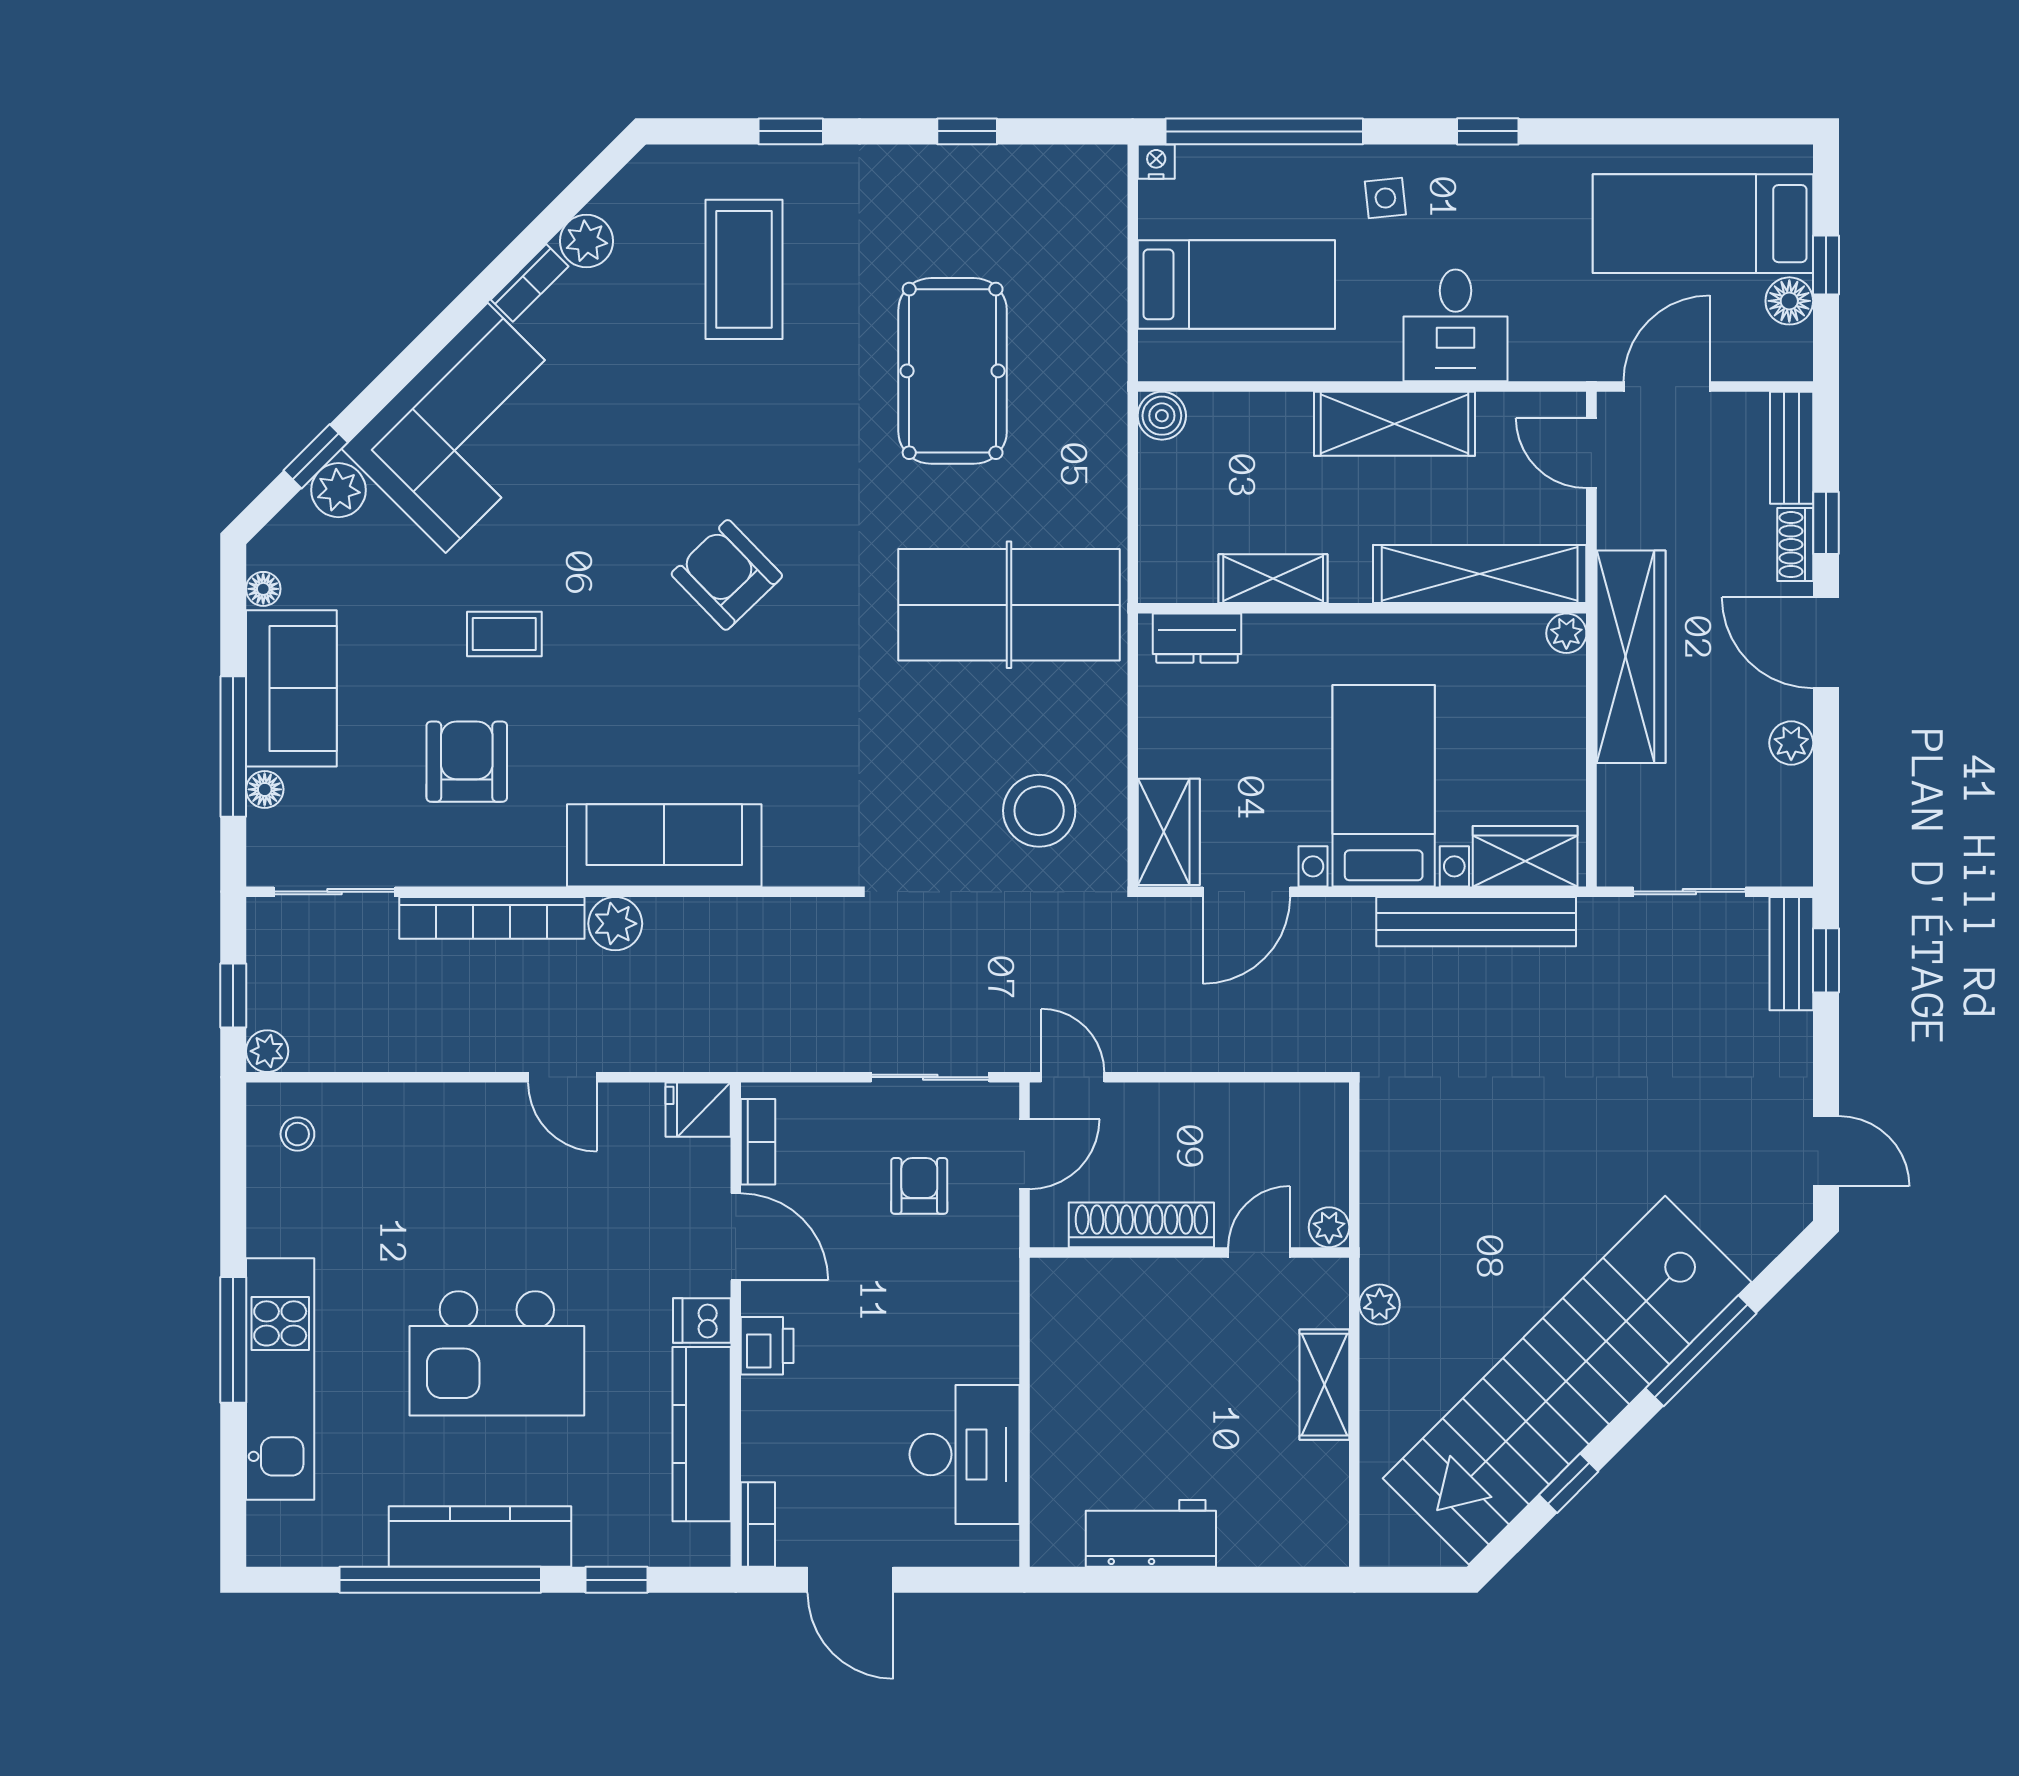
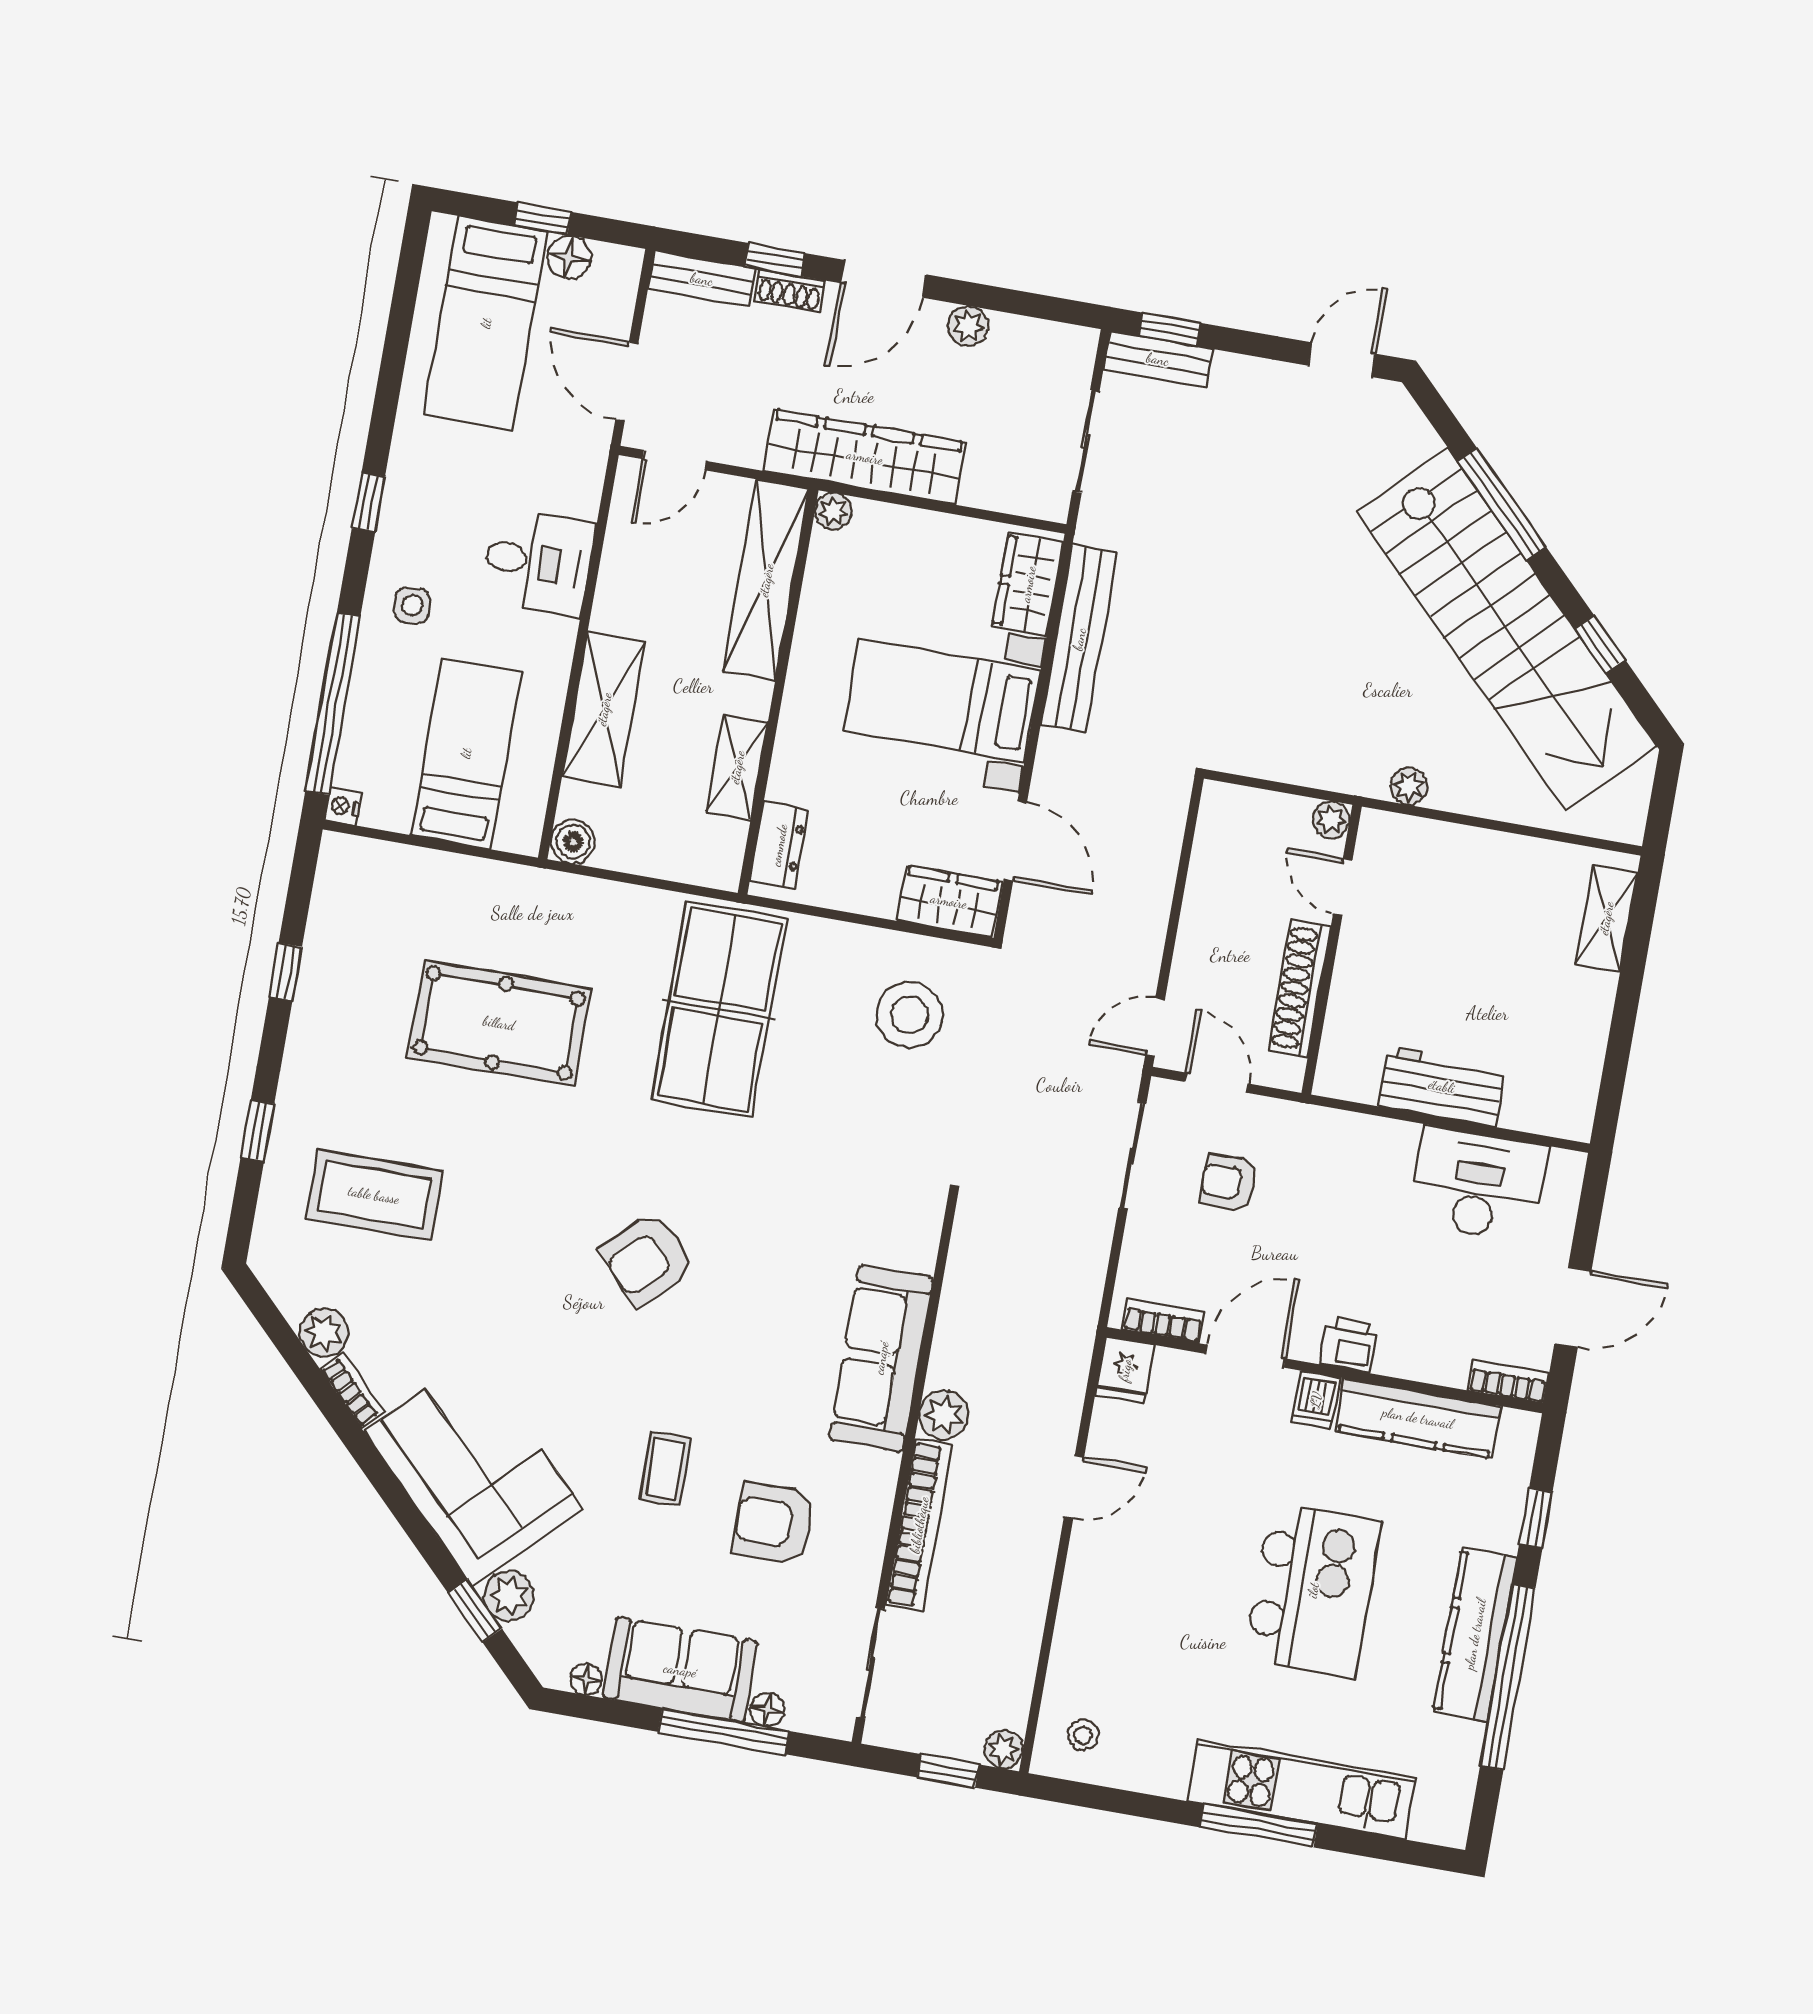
shelving: (1394, 424) -> (604, 709), moved
shelving: (1324, 1385) -> (1606, 918), moved, turned 90
workbench: (1151, 1533) -> (1442, 1086), moved, turned 90

